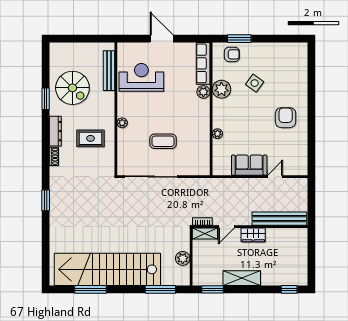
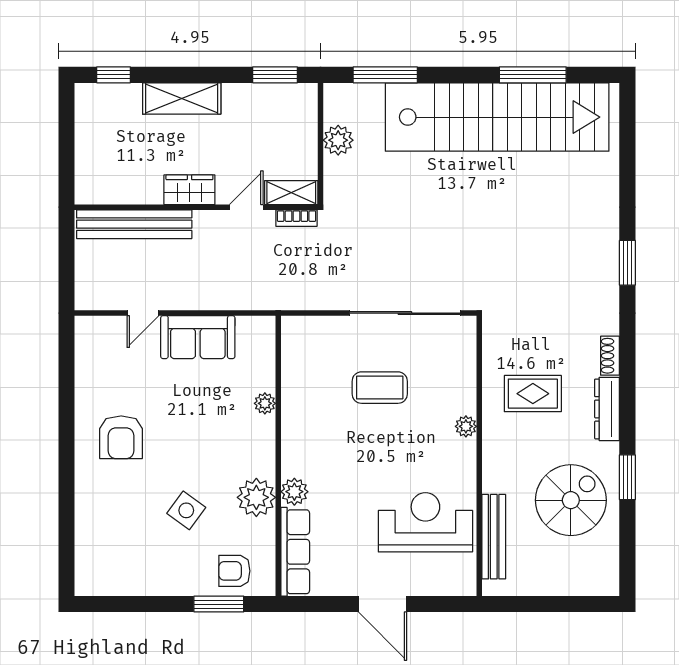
reception desk: (141, 77) -> (425, 522), turned 180
spiral stairs: (72, 88) -> (571, 500), turned 90
shelving: (242, 278) -> (182, 99), moved

